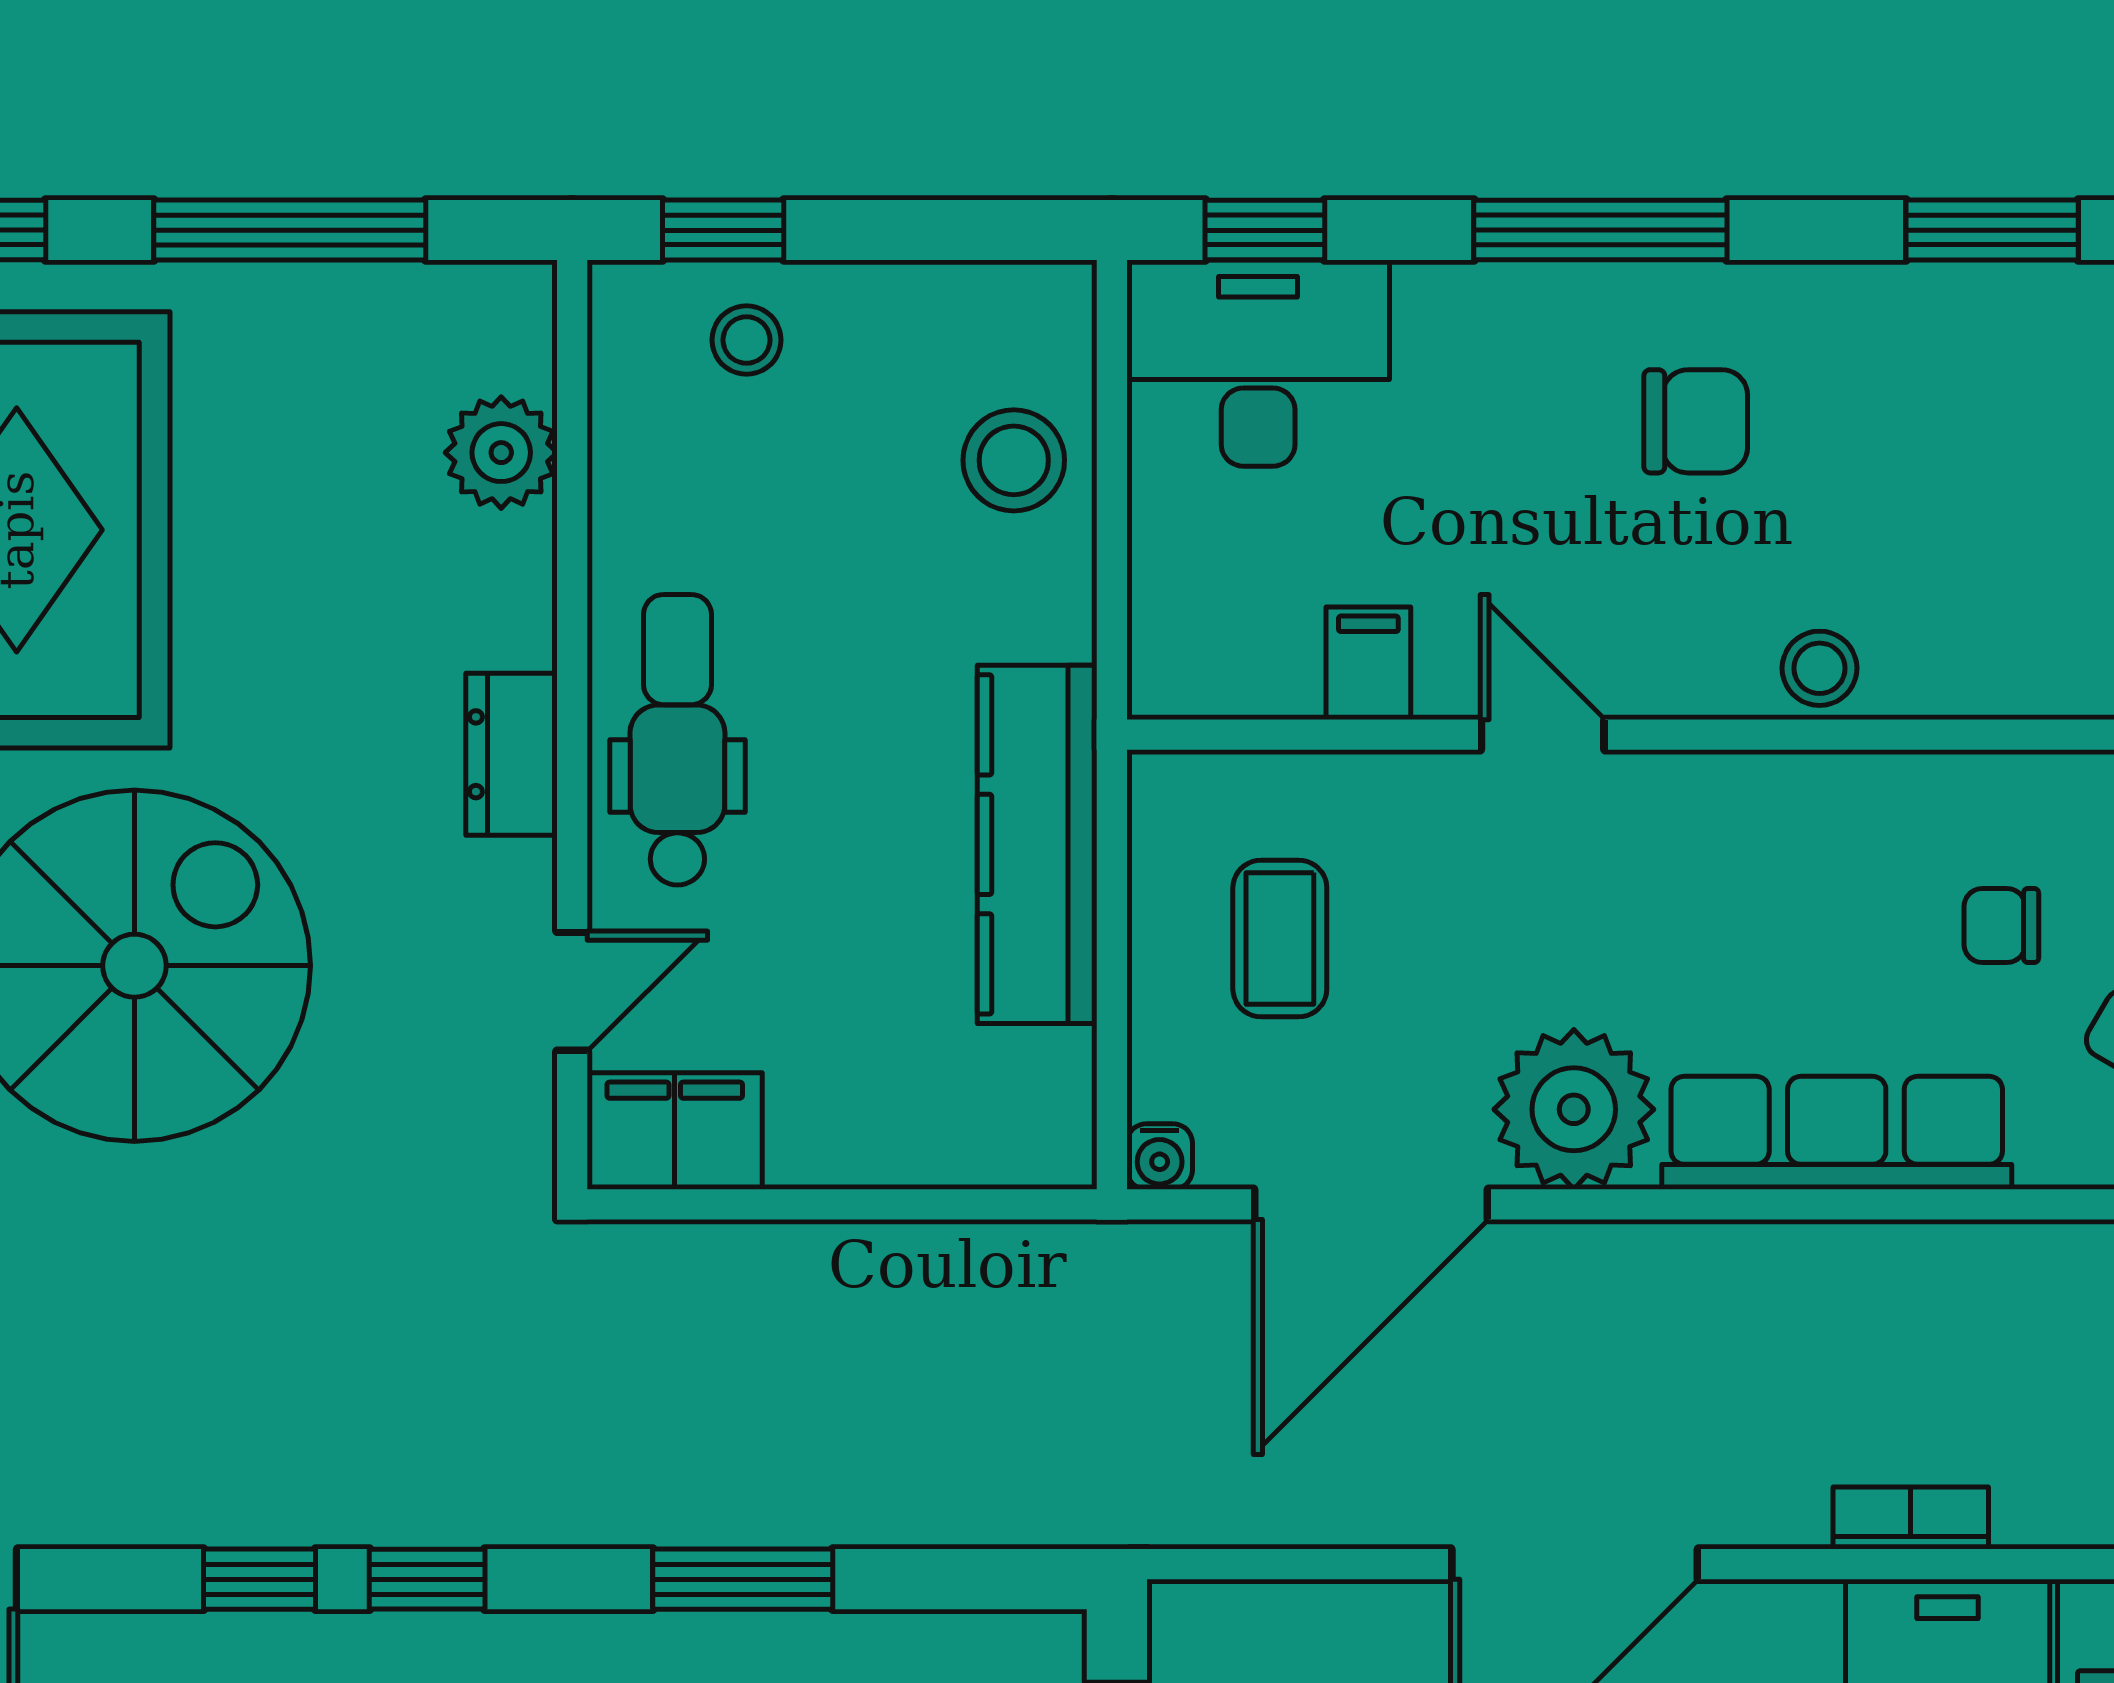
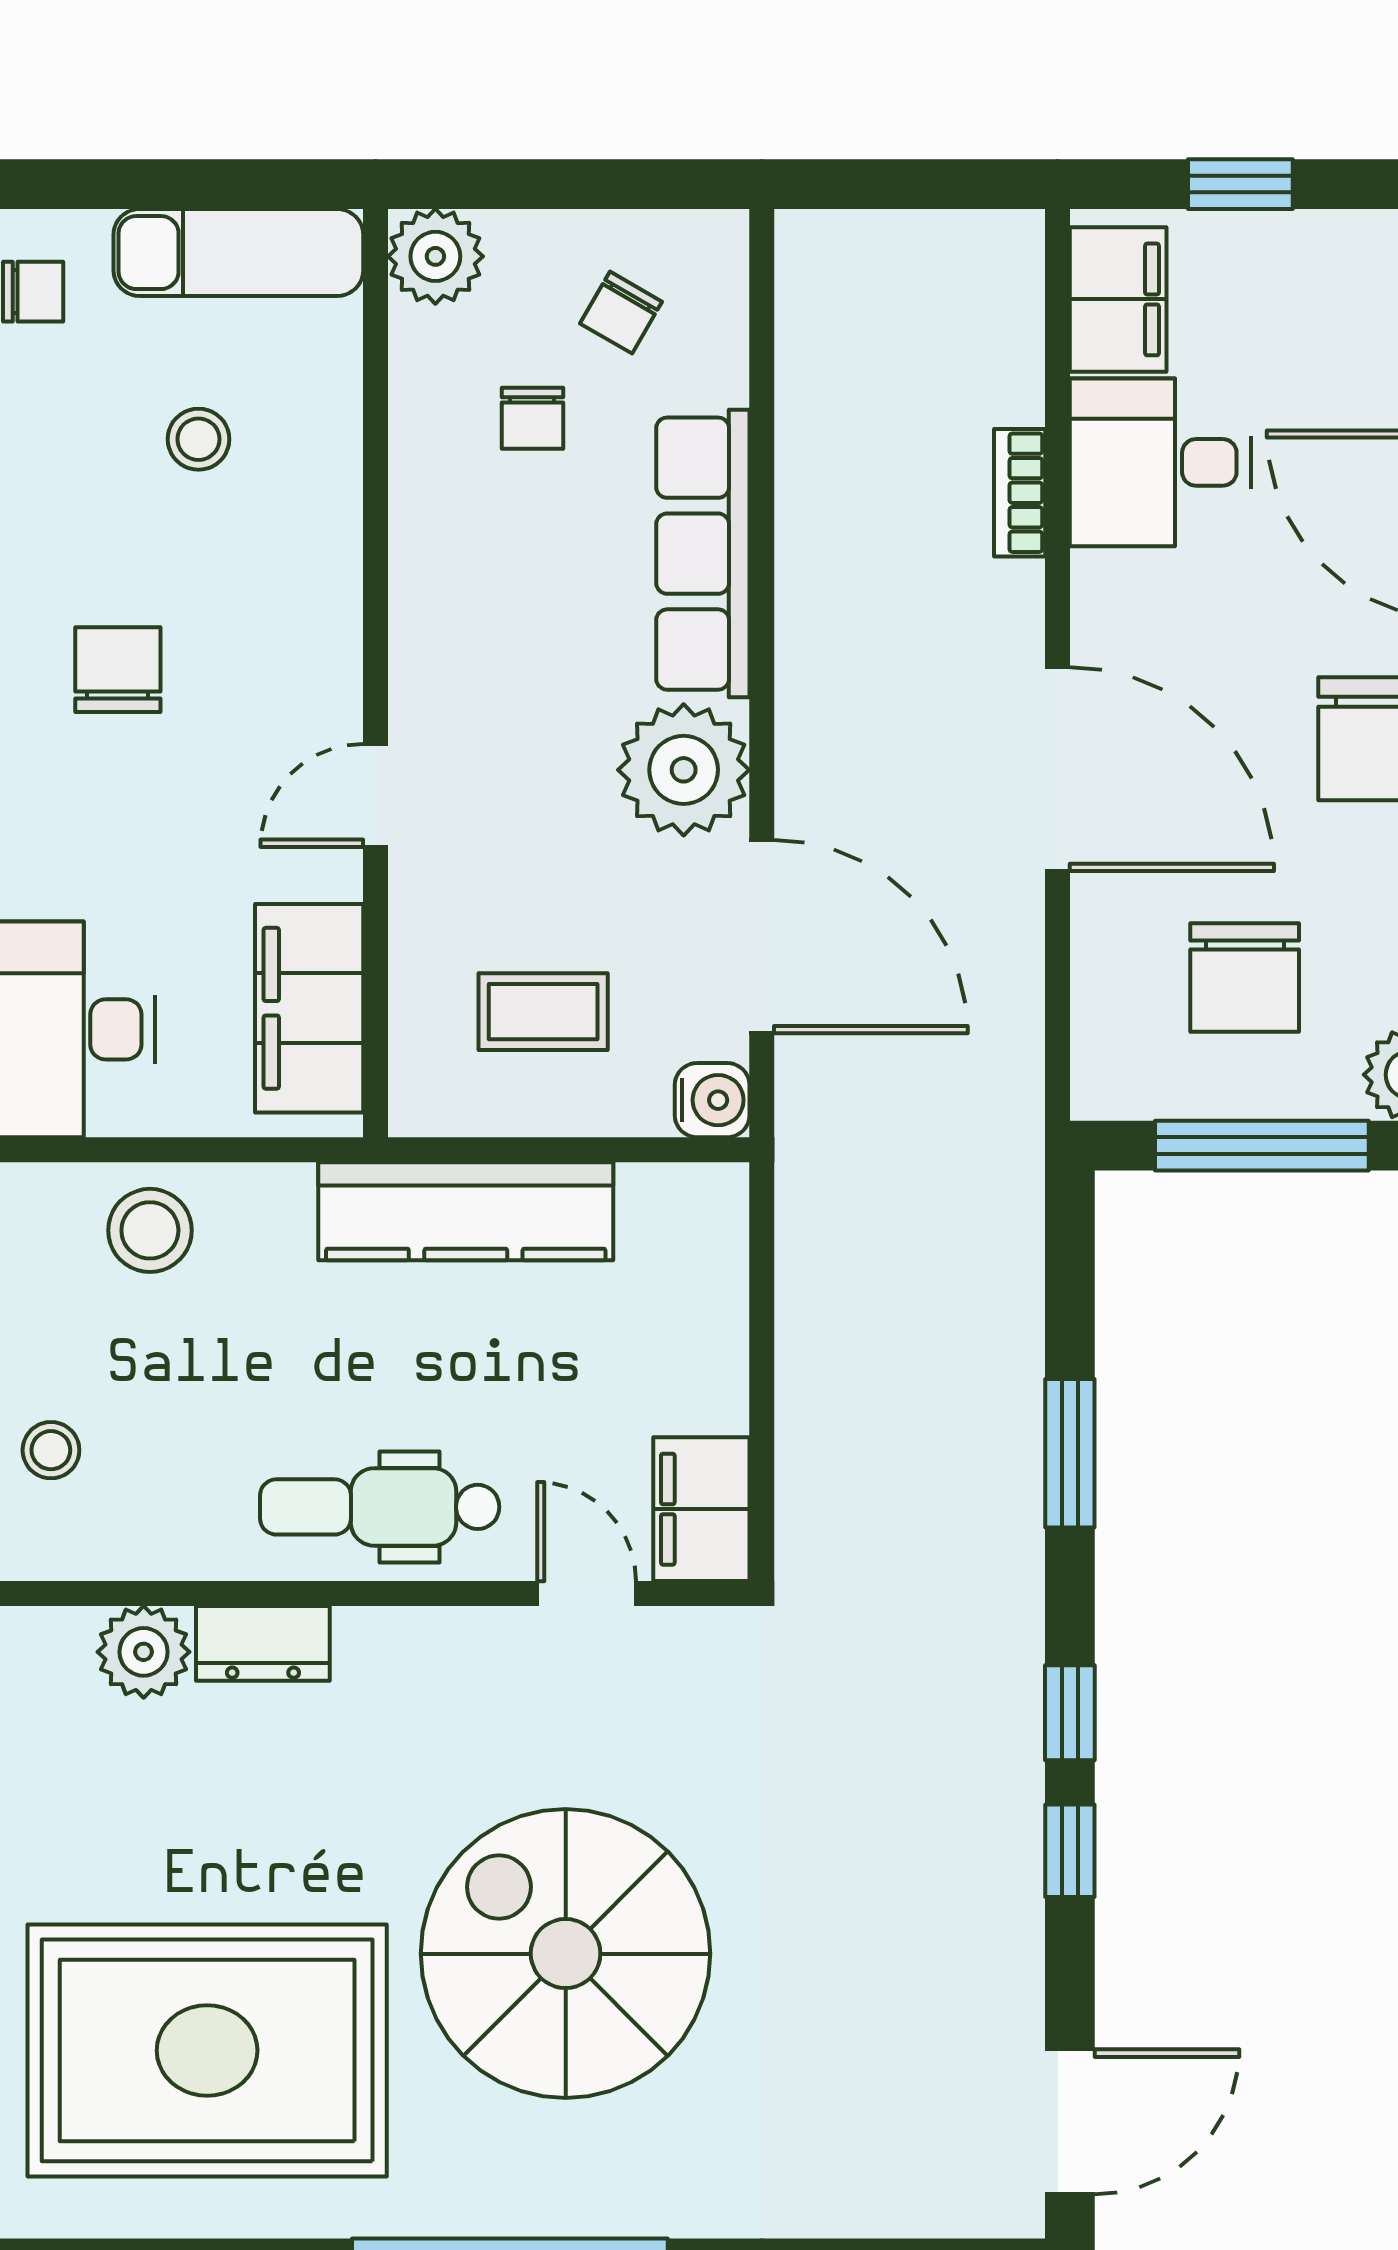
filing cabinet: (1368, 663) -> (309, 1008), width x3.00, depth x1.17
stool: (1820, 668) -> (198, 439), moved
dresser: (512, 754) -> (263, 1643), moved
water cooler: (1160, 1157) -> (712, 1100), width x1.38, depth x1.38

